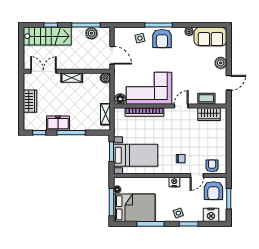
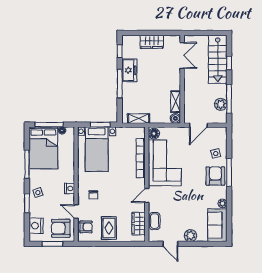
armchair: (162, 39) -> (215, 176), turned 90
shelving: (72, 78) -> (176, 102), moved
door: (181, 106) -> (147, 195), swing flipped
rug: (213, 143) -> (109, 228), added

